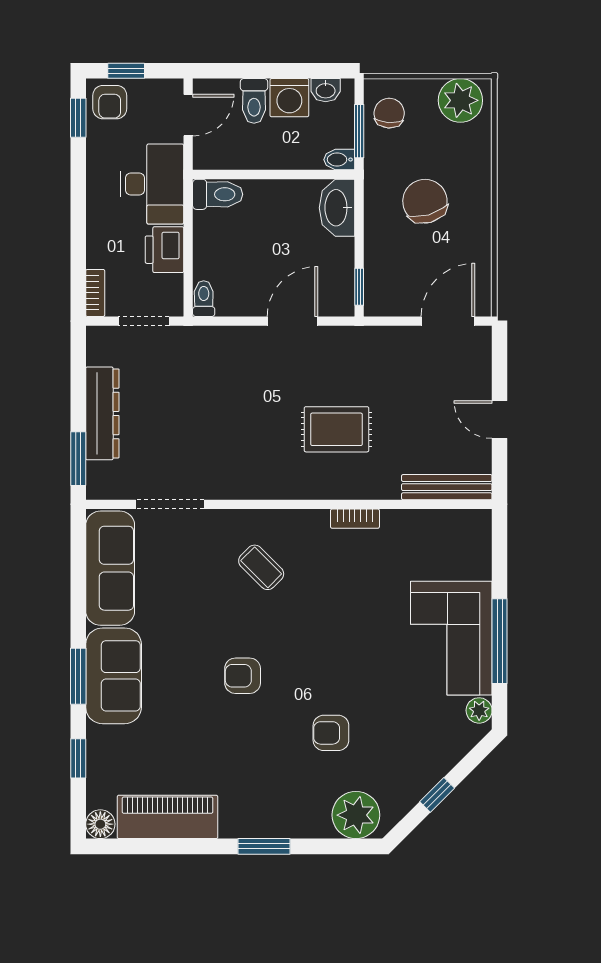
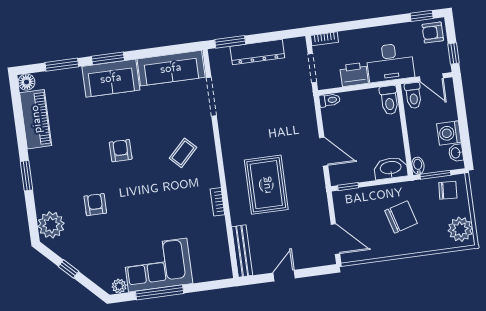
window: (126, 71) -> (454, 54), moved
toilet: (254, 101) -> (413, 95), moved, turned -90
rug: (336, 429) -> (266, 185), width x1.36, depth x1.43
window: (78, 758) -> (62, 65), width x1.50

